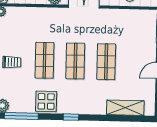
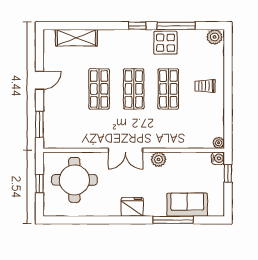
window: (21, 116) -> (176, 26), moved

